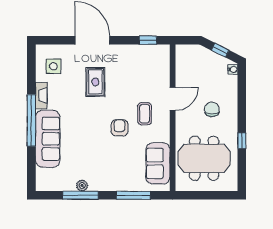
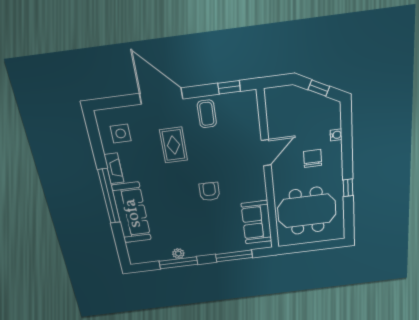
water cooler: (233, 69) -> (336, 135), moved
coffee table: (145, 114) -> (207, 114), moved

